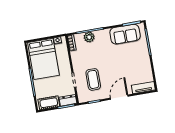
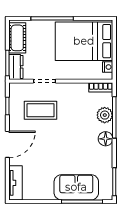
floor lamp: (105, 34) -> (106, 139), added
sofa: (125, 34) -> (76, 187), moved, turned 90
door: (119, 97) -> (7, 144), hinge flipped

